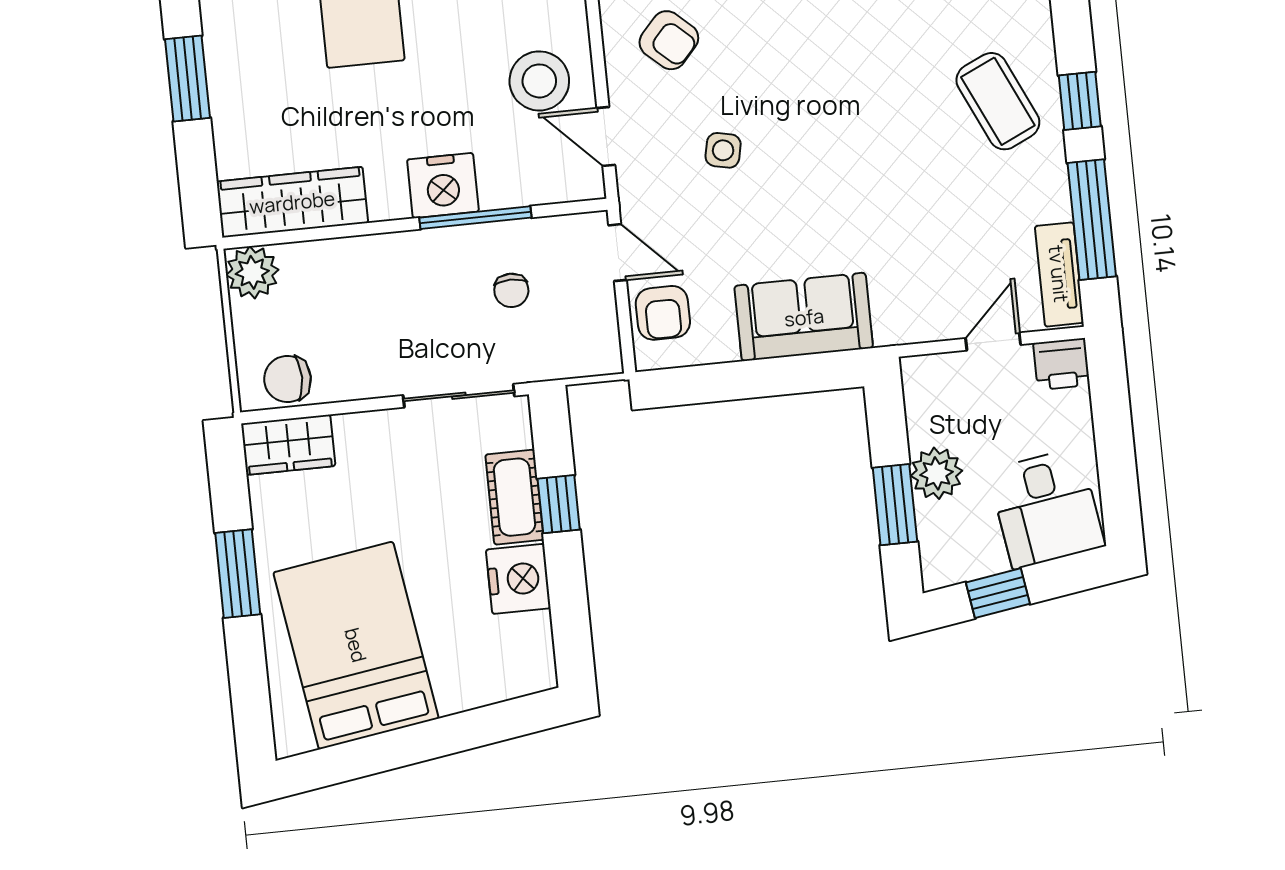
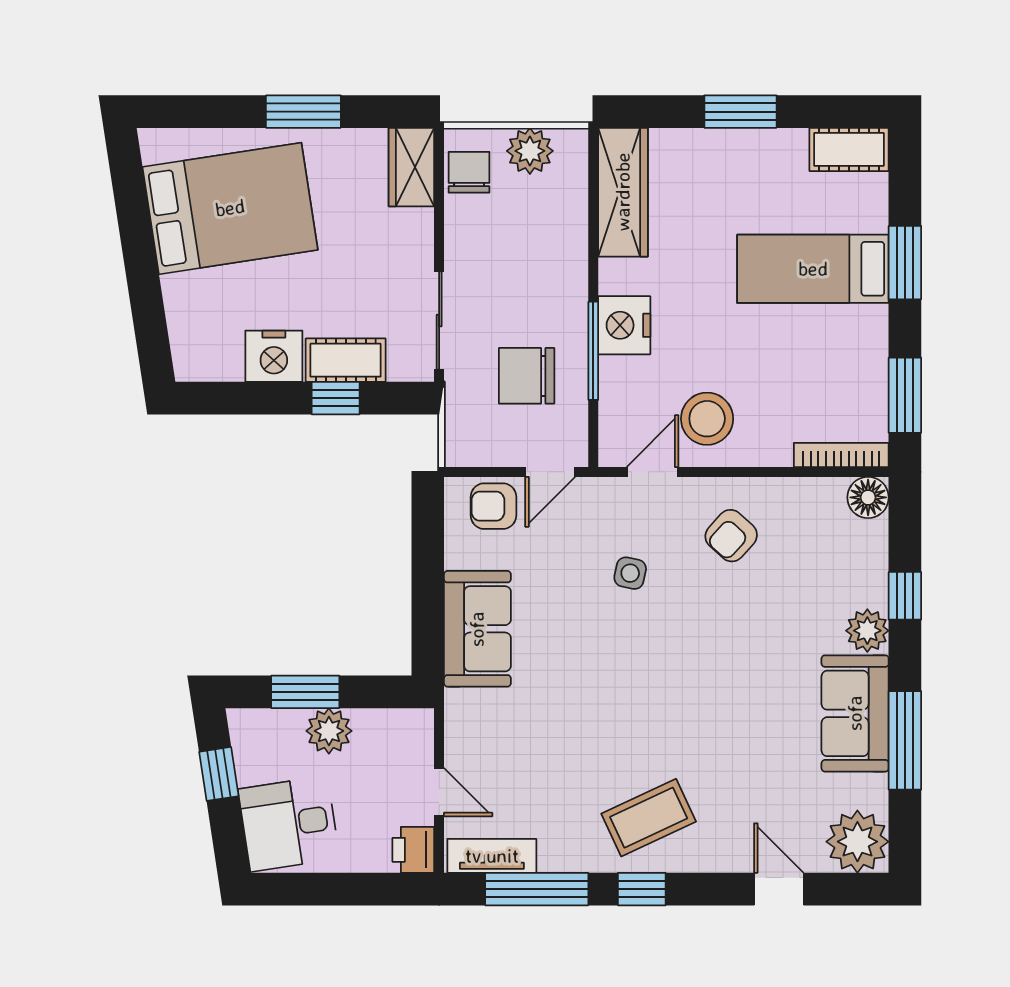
plant: (252, 272) -> (530, 151), moved
chair: (511, 290) -> (527, 376), width x1.87, depth x1.87

